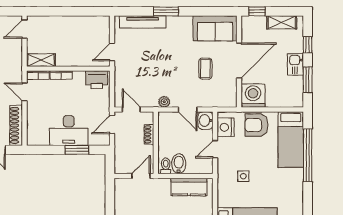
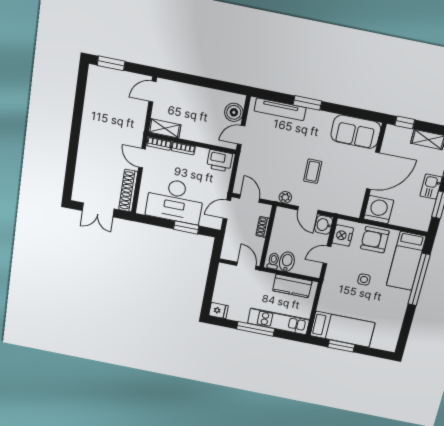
boiler: (102, 33) -> (234, 112), added
coffee table: (205, 69) -> (313, 171), moved
desk: (69, 131) -> (175, 201), width x1.36, depth x1.30
door: (141, 176) -> (246, 266), hinge flipped
side table: (243, 176) -> (364, 279), moved

